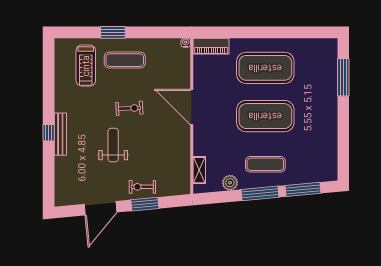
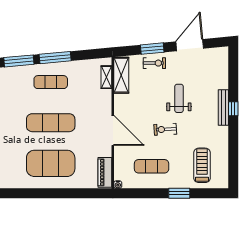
piano: (211, 46) -> (105, 172), moved, turned -90
exercise mat: (125, 60) -> (152, 166), moved
exercise mat: (265, 116) -> (51, 123), width x0.68
weight bench: (113, 145) -> (179, 98), turned 180
shelving: (182, 172) -> (121, 75), added
plant: (230, 183) -> (80, 67), removed

